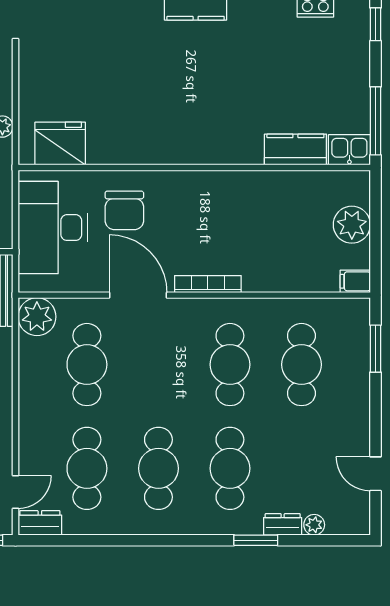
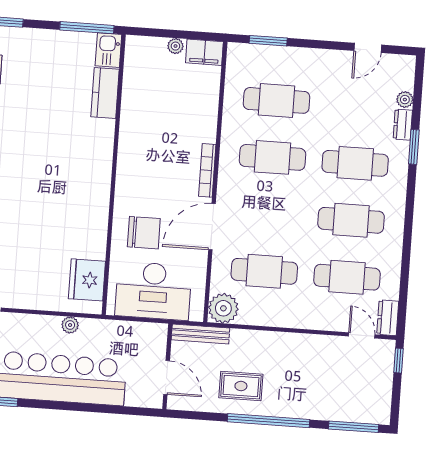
plant: (352, 225) -> (175, 46), width x0.53, depth x0.53
filing cabinet: (355, 281) -> (204, 52), width x2.00

